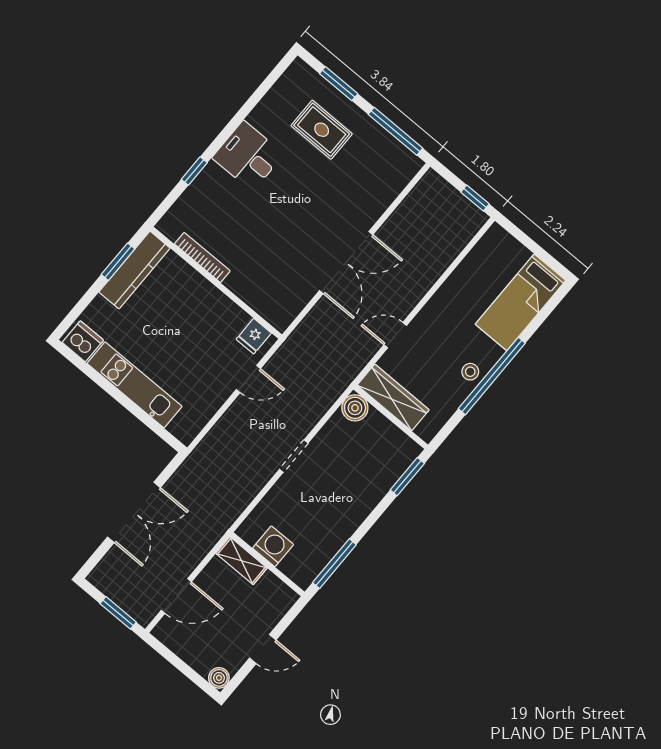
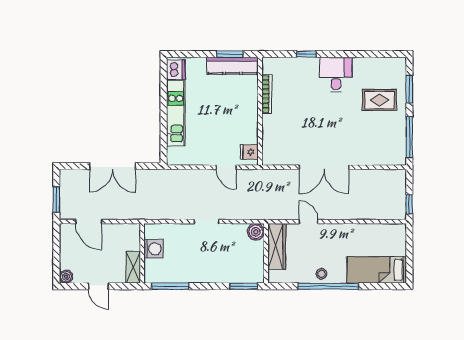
rug: (322, 130) -> (379, 100), turned 90
shelving: (242, 561) -> (133, 267), moved

